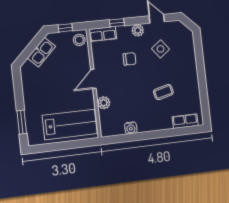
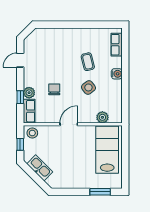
plant: (138, 30) -> (29, 93), moved
side table: (161, 49) -> (88, 87), moved
door: (93, 79) -> (69, 124), swing flipped
plant: (104, 103) -> (102, 117), moved
water cooler: (131, 128) -> (117, 74), moved

